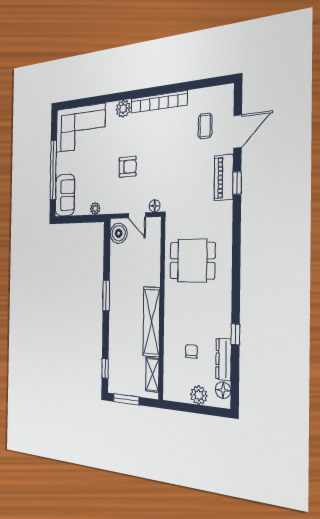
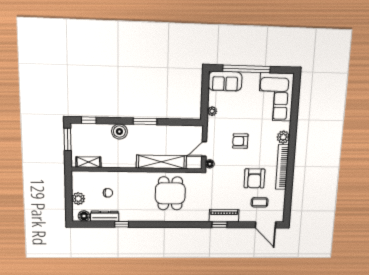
door: (238, 131) -> (266, 225), moved
armchair: (173, 139) -> (254, 178), added
armchair: (128, 167) -> (240, 141), turned 90
boiler: (119, 233) -> (119, 132), moved
shelving: (151, 322) -> (161, 162), moved

